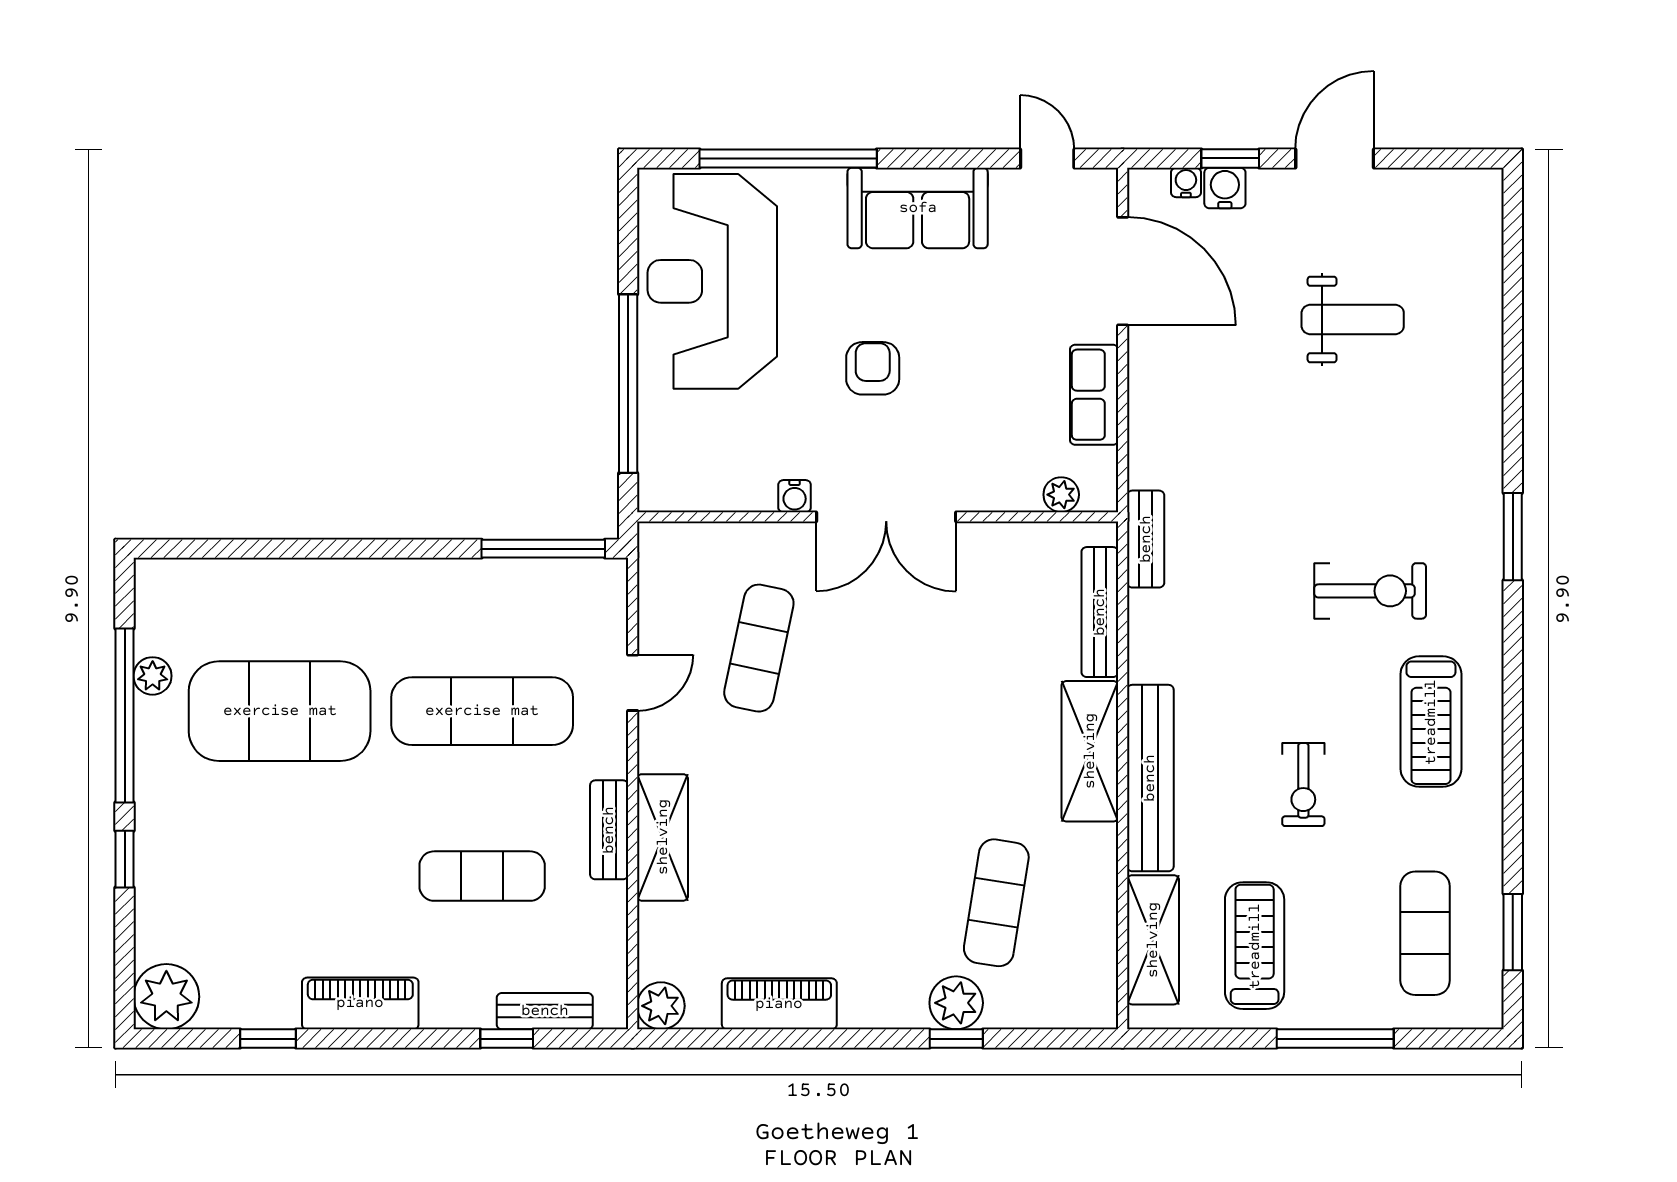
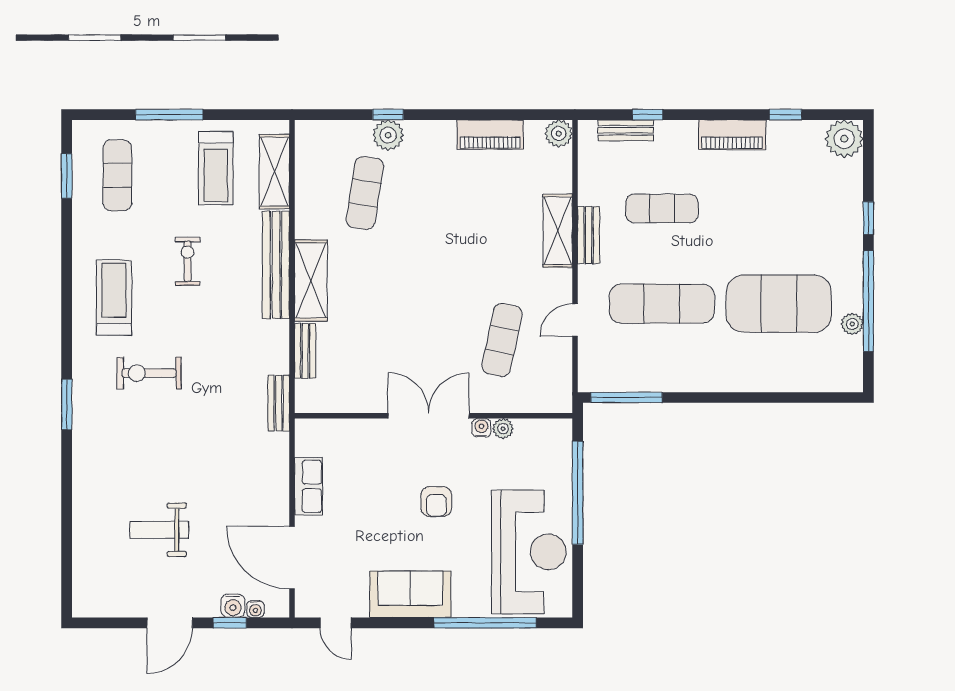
plant: (1061, 495) -> (503, 429), moved
bench: (1100, 612) -> (305, 351), width x0.73

